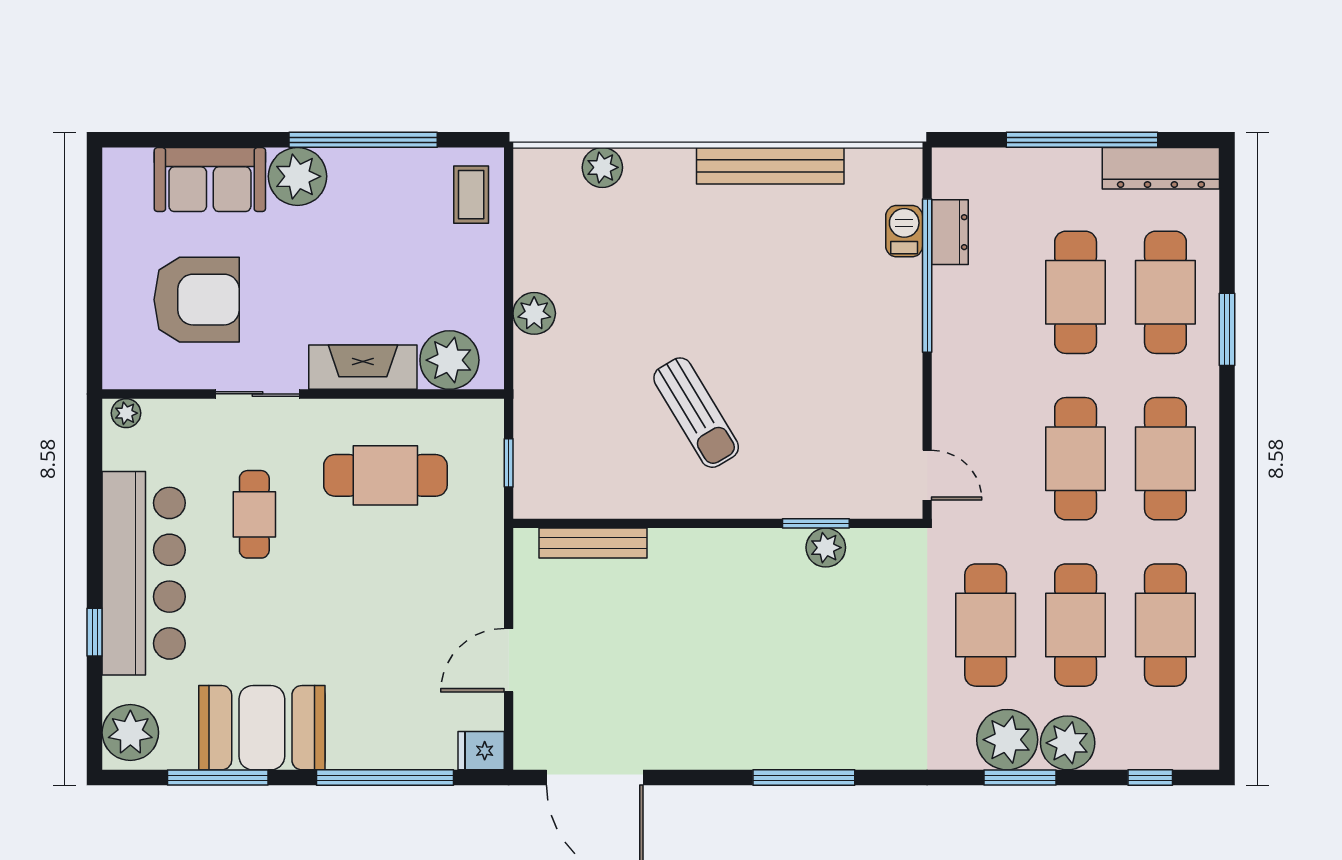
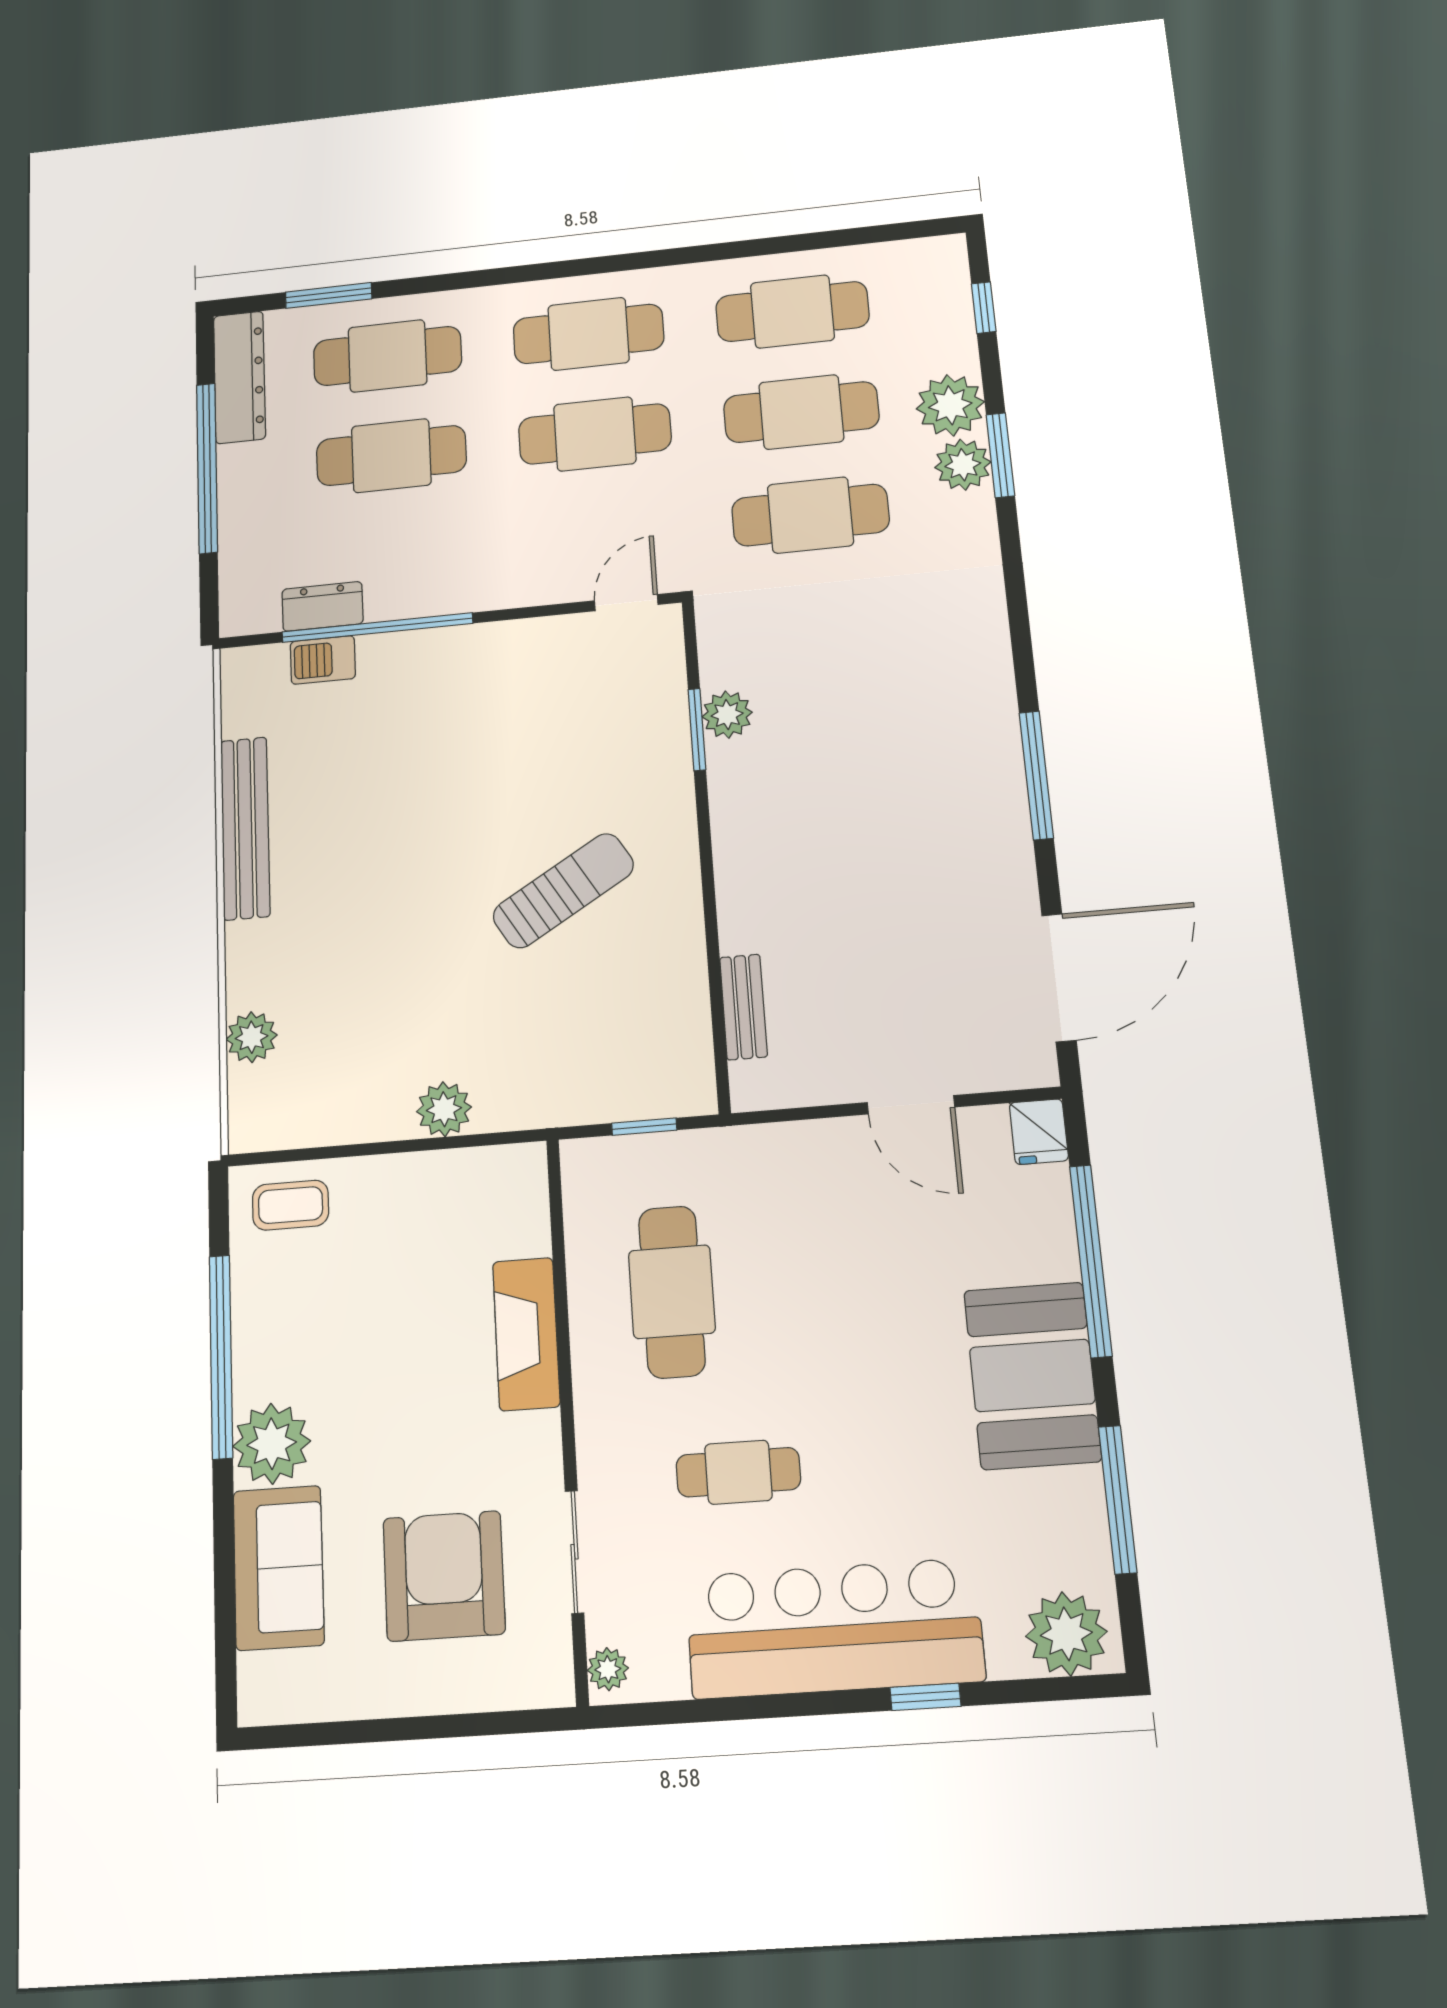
window: (1227, 329) -> (329, 295), moved
plant: (449, 360) -> (511, 1217), removed
sliding door: (257, 394) -> (574, 1552), moved
bench: (593, 543) -> (743, 1007), width x0.73
booth: (262, 728) -> (1032, 1375), moved
plant: (1007, 740) -> (963, 465), width x0.73, depth x0.73
window: (804, 778) -> (1036, 775), moved

